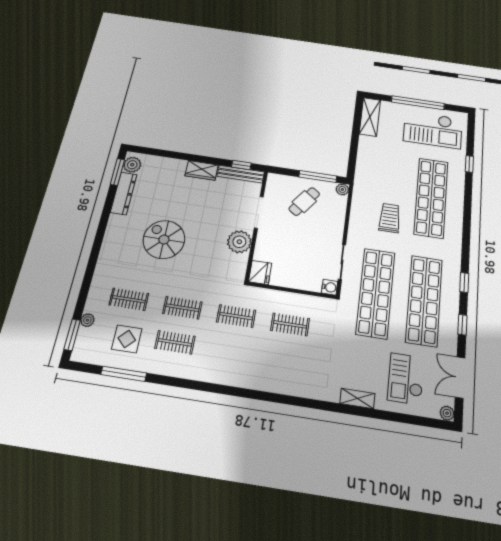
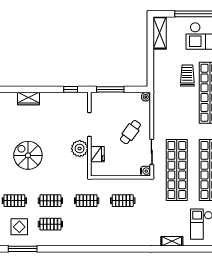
wardrobe: (202, 170) -> (29, 98), moved
bench: (241, 174) -> (71, 97), removed
window: (318, 177) -> (110, 89), moved
cafe table: (304, 202) -> (130, 132), moved
trolley: (390, 218) -> (187, 75), moved
fridge: (260, 272) -> (97, 154), moved

